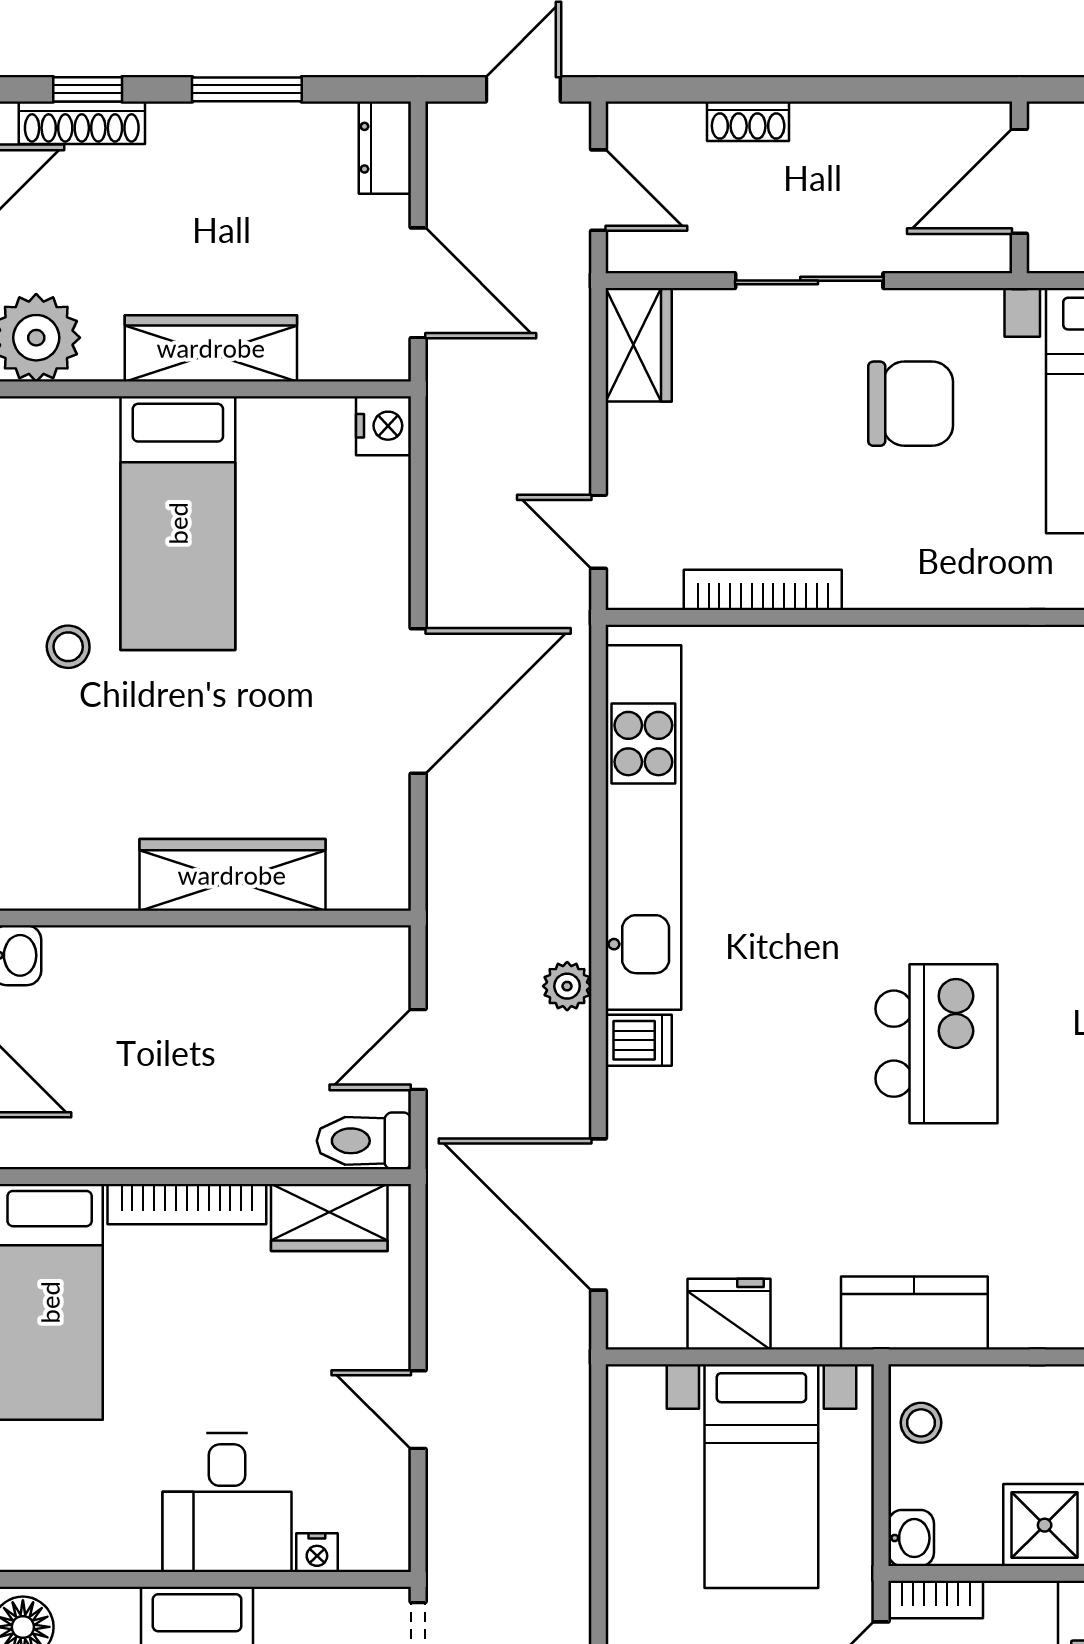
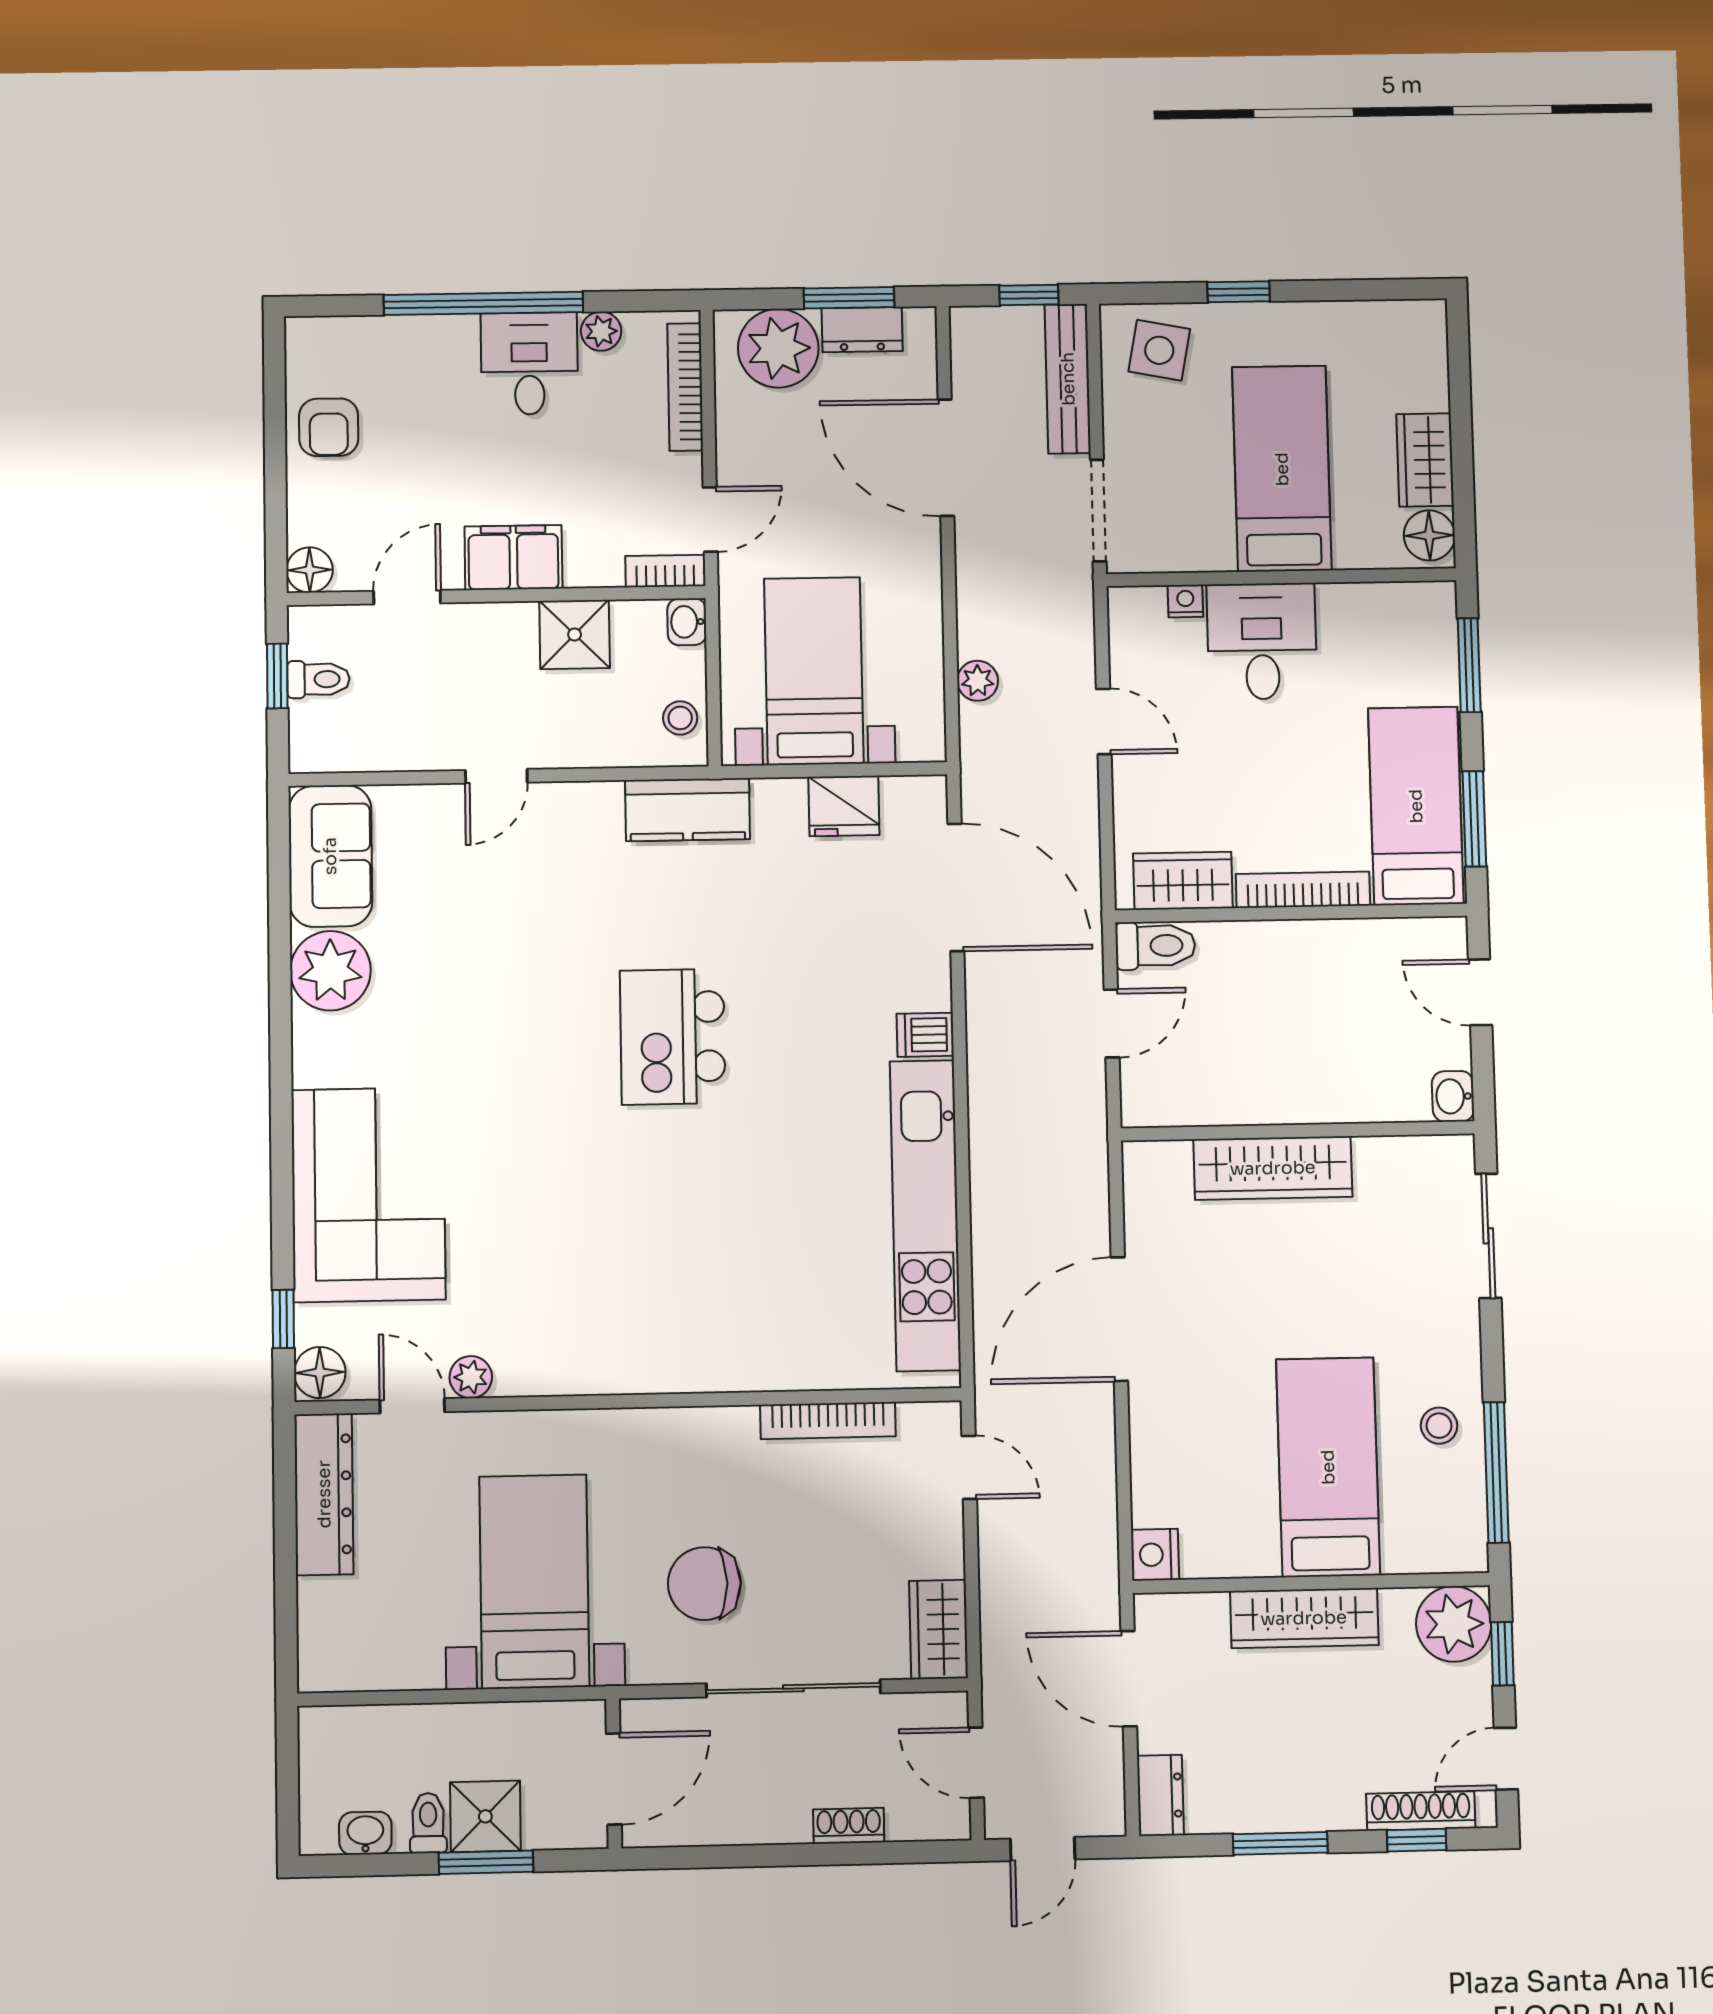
sliding door: (809, 281) -> (793, 1688), width x1.37
stool: (68, 647) -> (1439, 1426), moved
plant: (567, 986) -> (978, 681), moved

